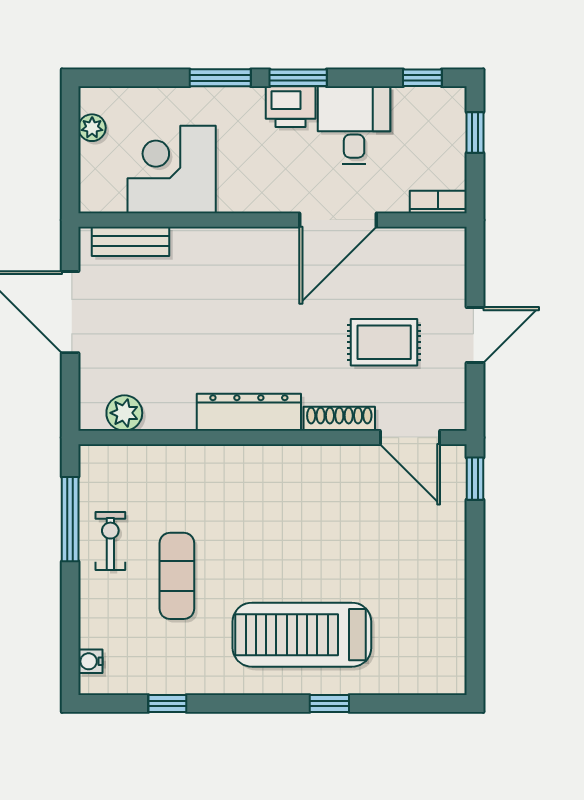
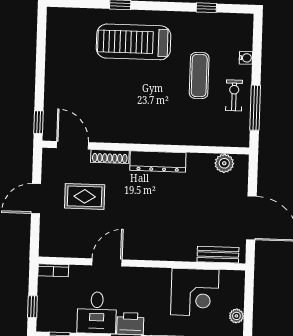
door: (338, 220) -> (107, 262), width x0.73
exercise bike: (110, 541) -> (234, 95), turned 180
treadmill: (302, 635) -> (134, 42), turned 180
water cooler: (90, 661) -> (246, 58), moved

